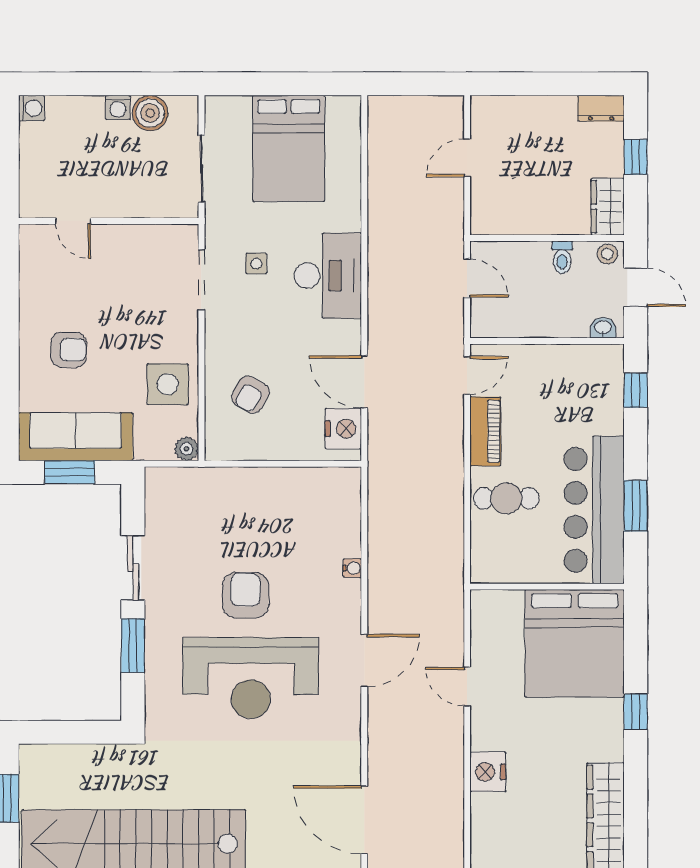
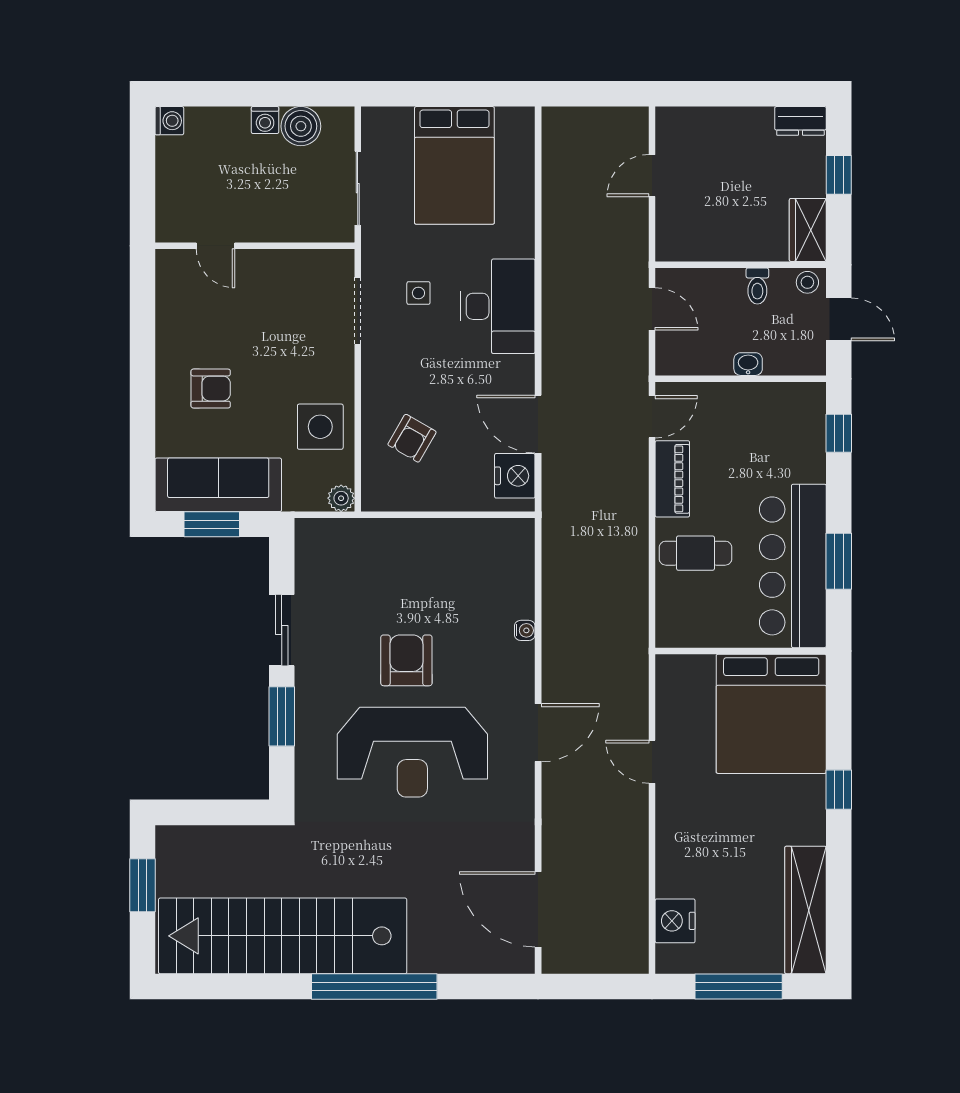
washbasin: (603, 328) -> (748, 364), moved
nightstand: (488, 772) -> (675, 921), moved

